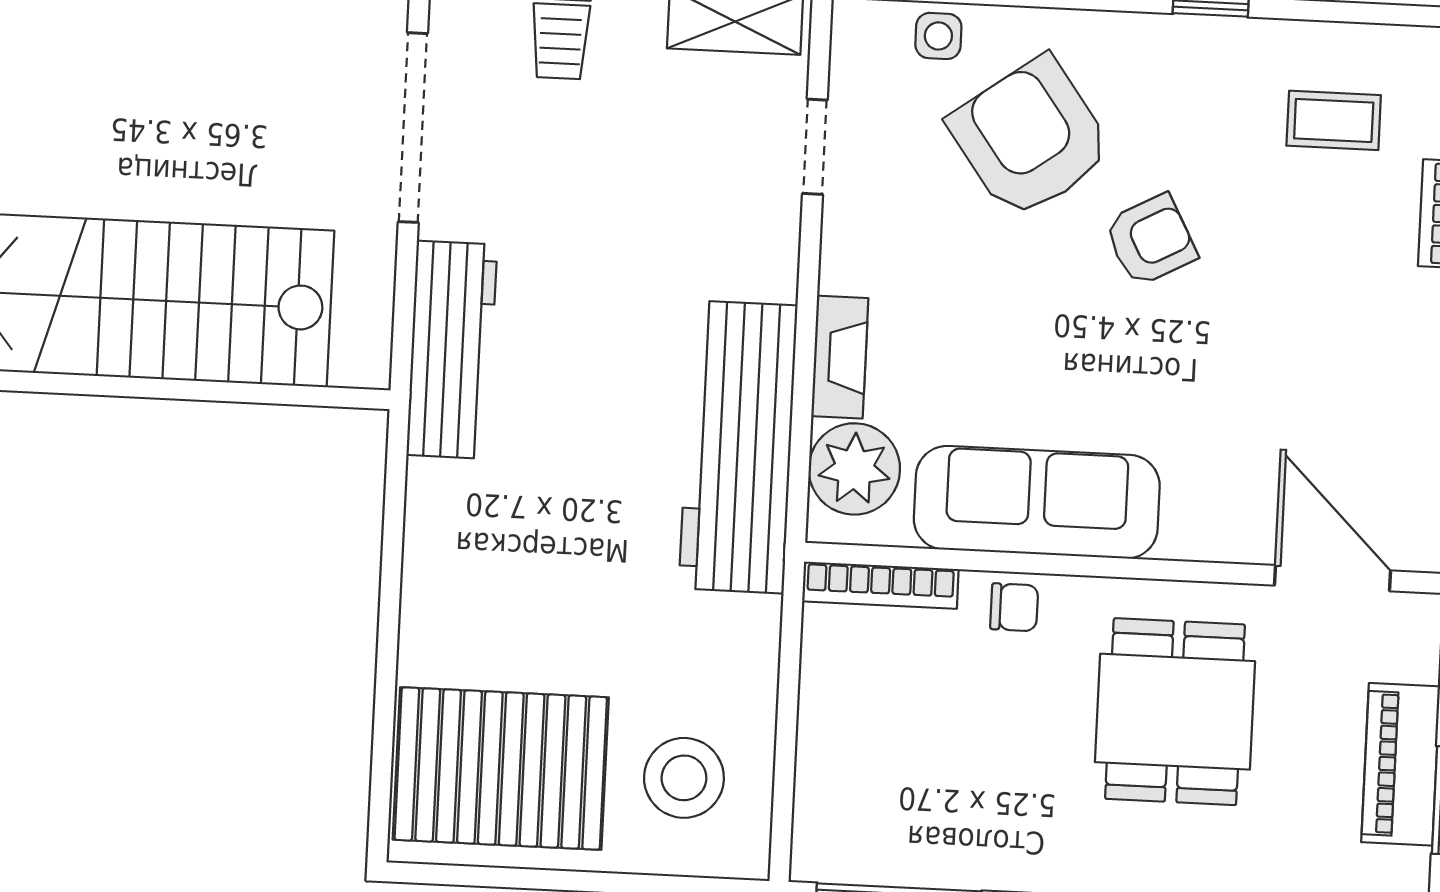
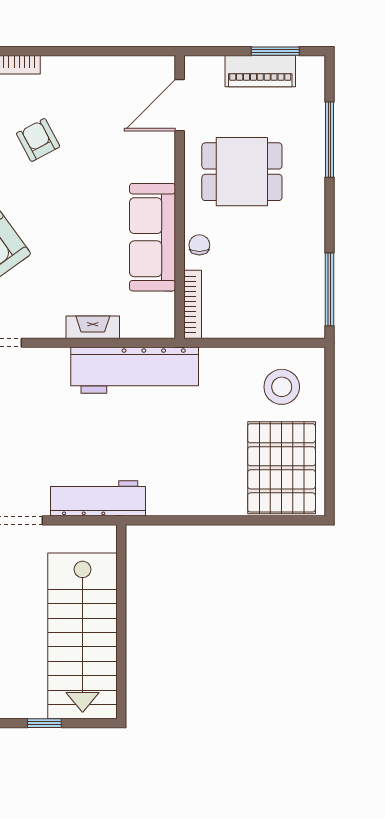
armchair: (1151, 240) -> (38, 140), moved
plant: (854, 469) -> (142, 318), removed

